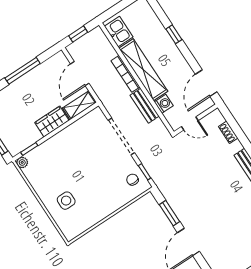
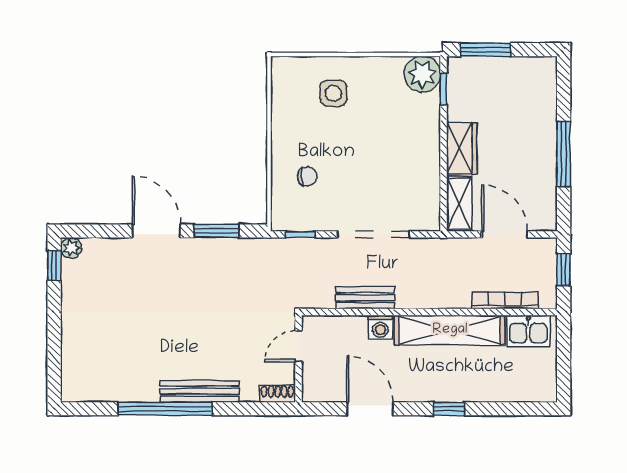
window: (174, 34) -> (449, 409), moved
bookcase: (125, 74) -> (505, 300), moved
bench: (145, 106) -> (365, 298), moved
wall: (196, 120) -> (298, 359), moved
door: (190, 123) -> (298, 346), moved
plant: (22, 162) -> (422, 74), width x1.88, depth x1.88
chair: (132, 180) -> (307, 177), moved

